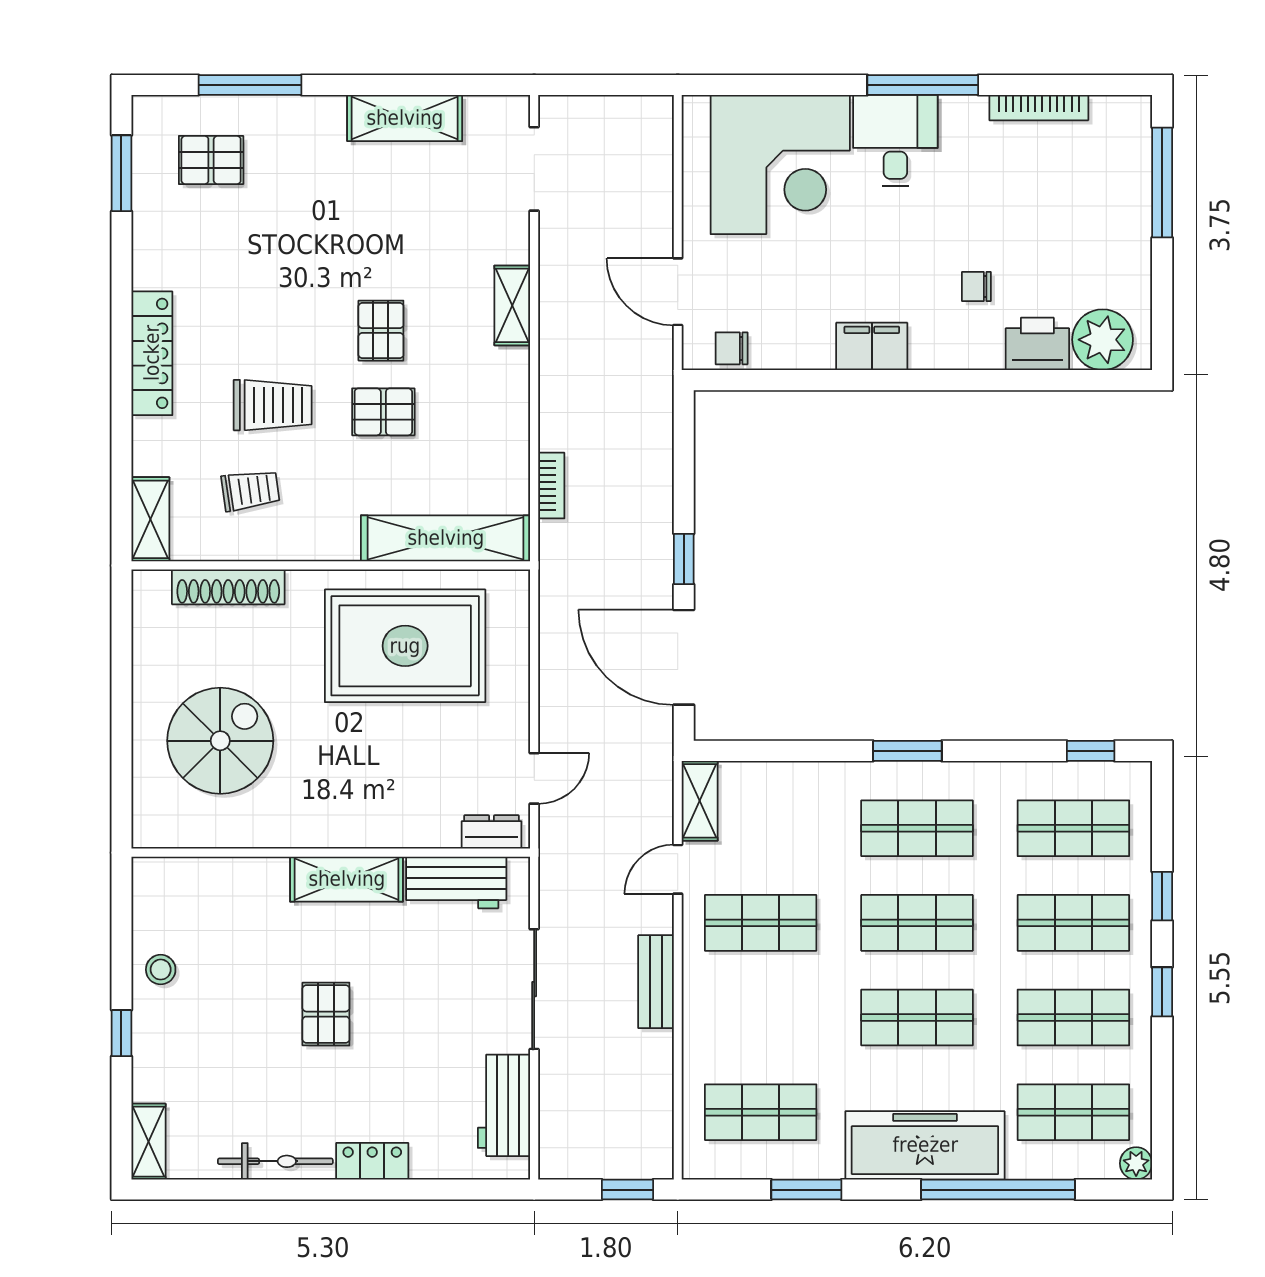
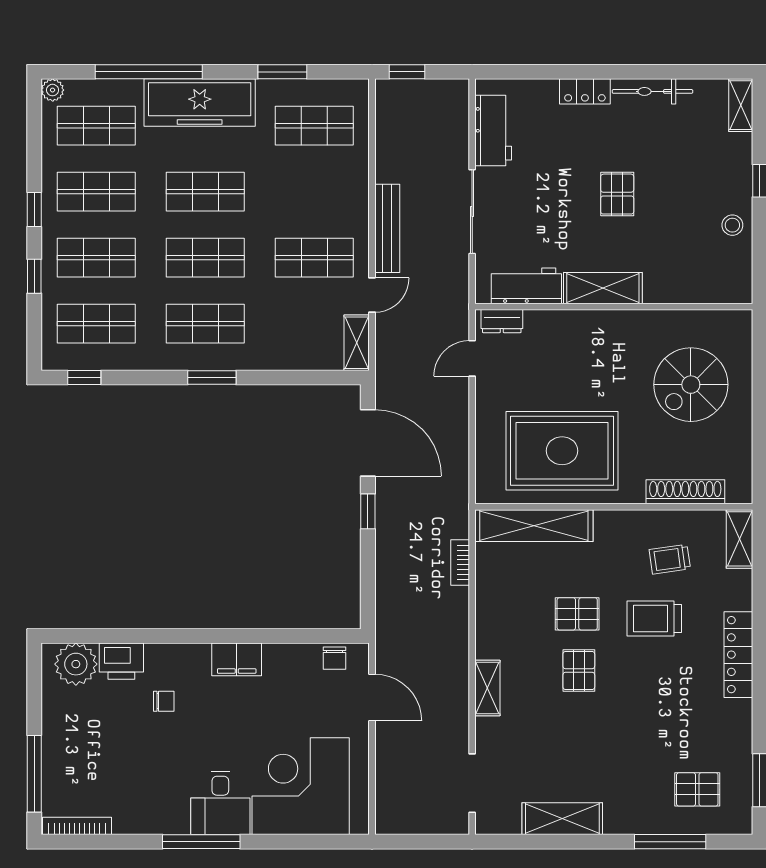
bookcase: (1039, 108) -> (77, 826), moved
chair: (732, 348) -> (334, 658), turned 90
bench: (656, 982) -> (387, 228), width x1.36

